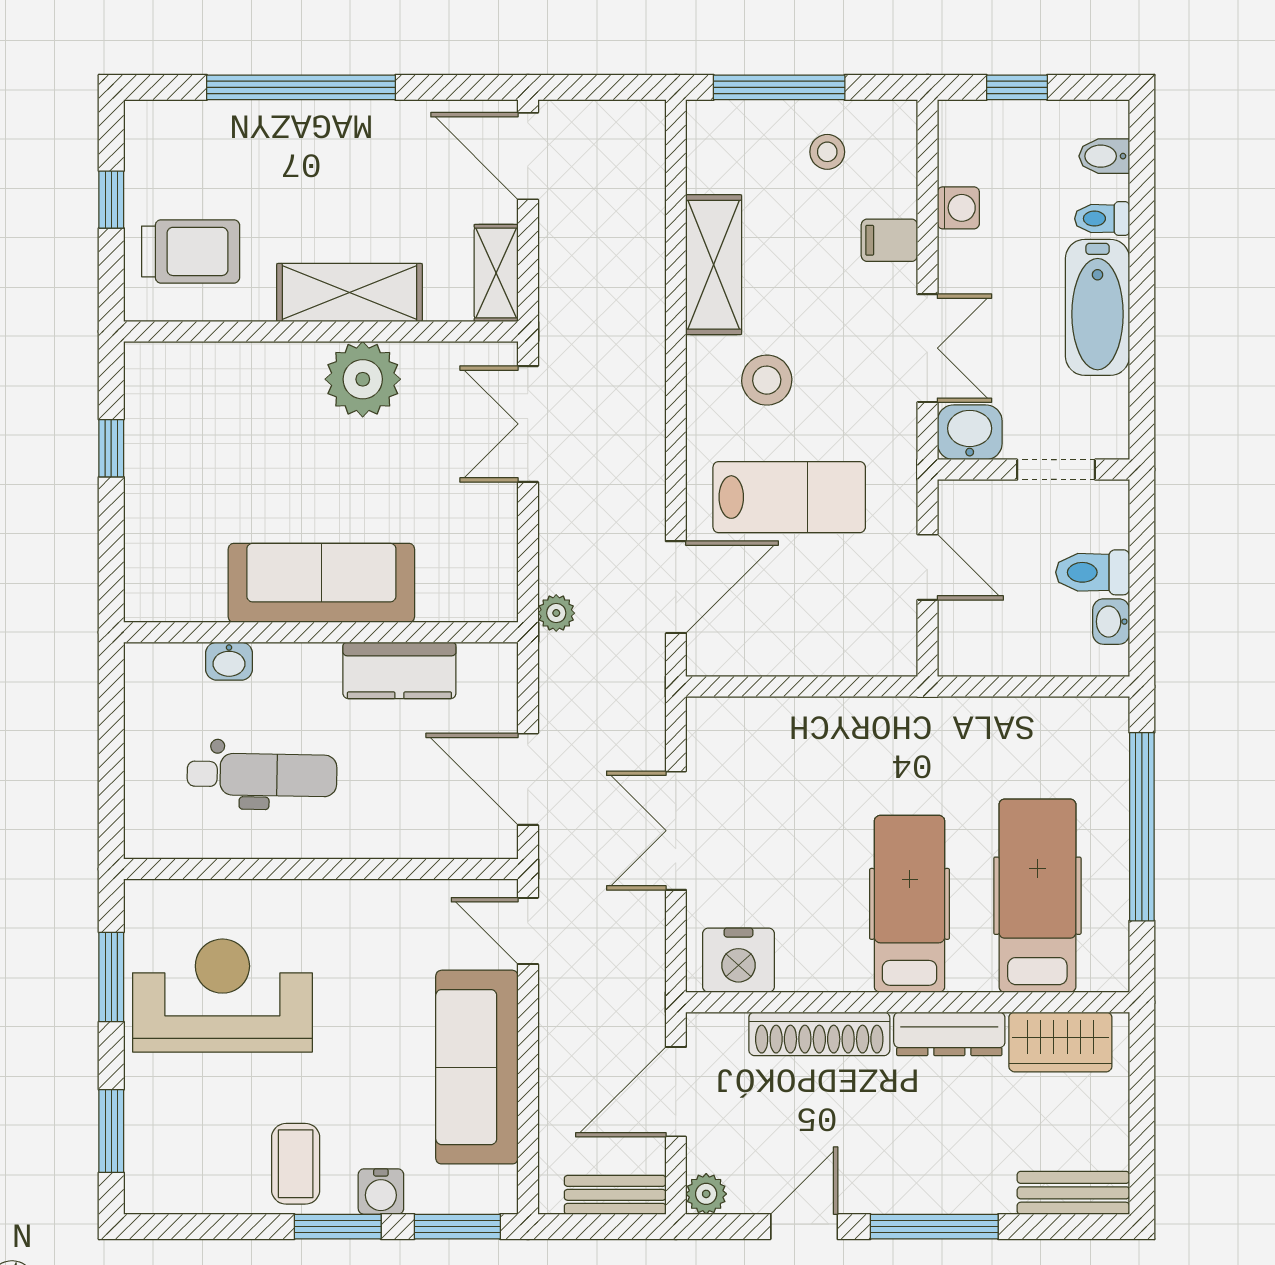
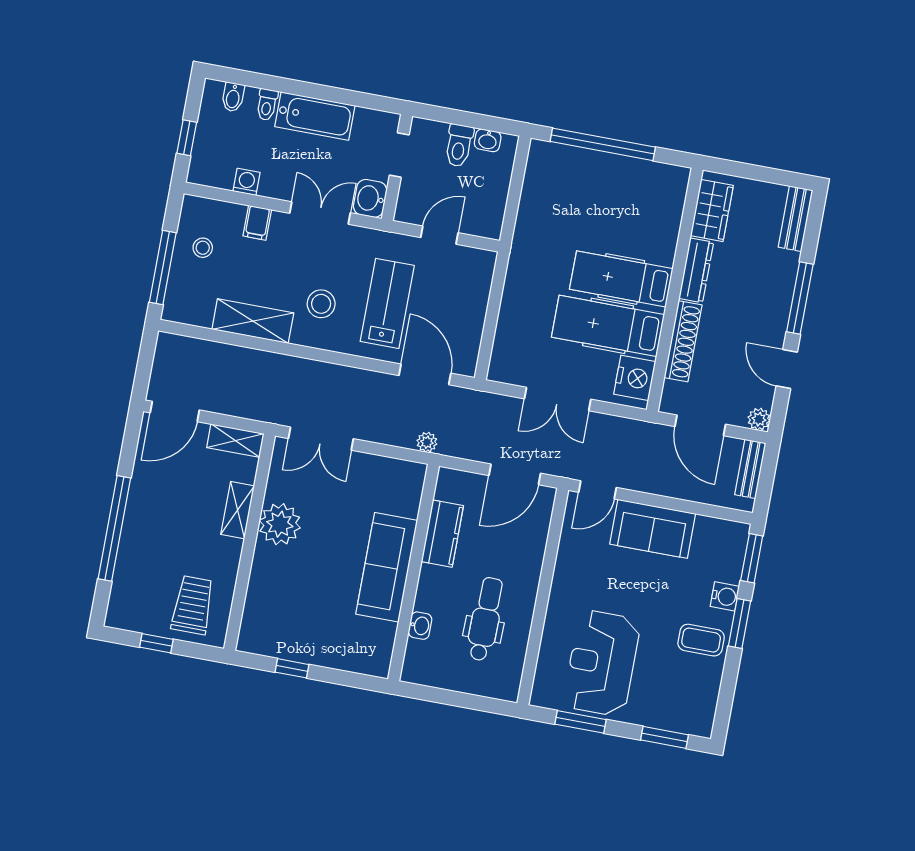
shelving: (349, 292) -> (238, 510), width x0.67, depth x0.75
hospital bed: (1037, 896) -> (608, 326), moved
sofa: (477, 1067) -> (653, 529), width x0.73

